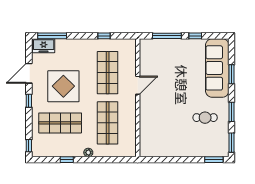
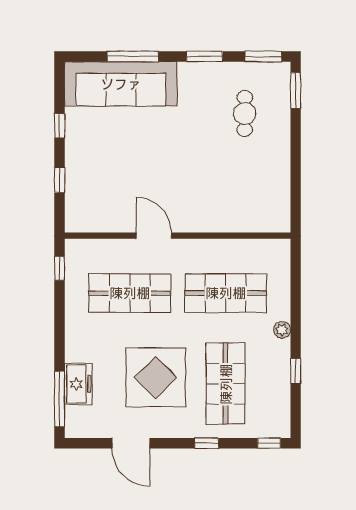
window: (104, 36) -> (60, 268), moved
window: (167, 36) -> (60, 180), width x0.46
freezer: (44, 46) -> (78, 384), moved
window: (232, 74) -> (133, 56), width x1.44
window: (29, 101) -> (207, 443), moved
cafe table: (205, 118) -> (245, 113), moved

